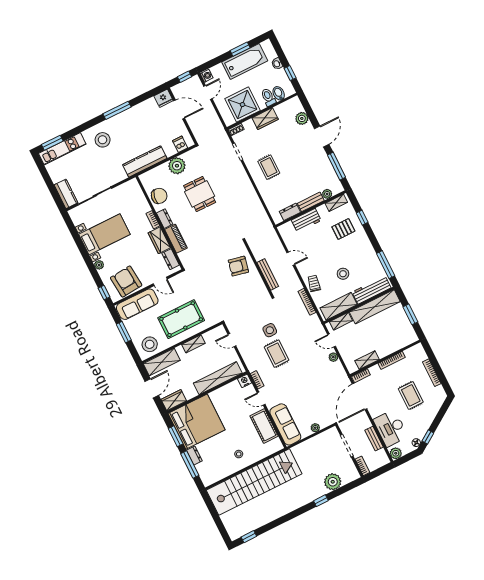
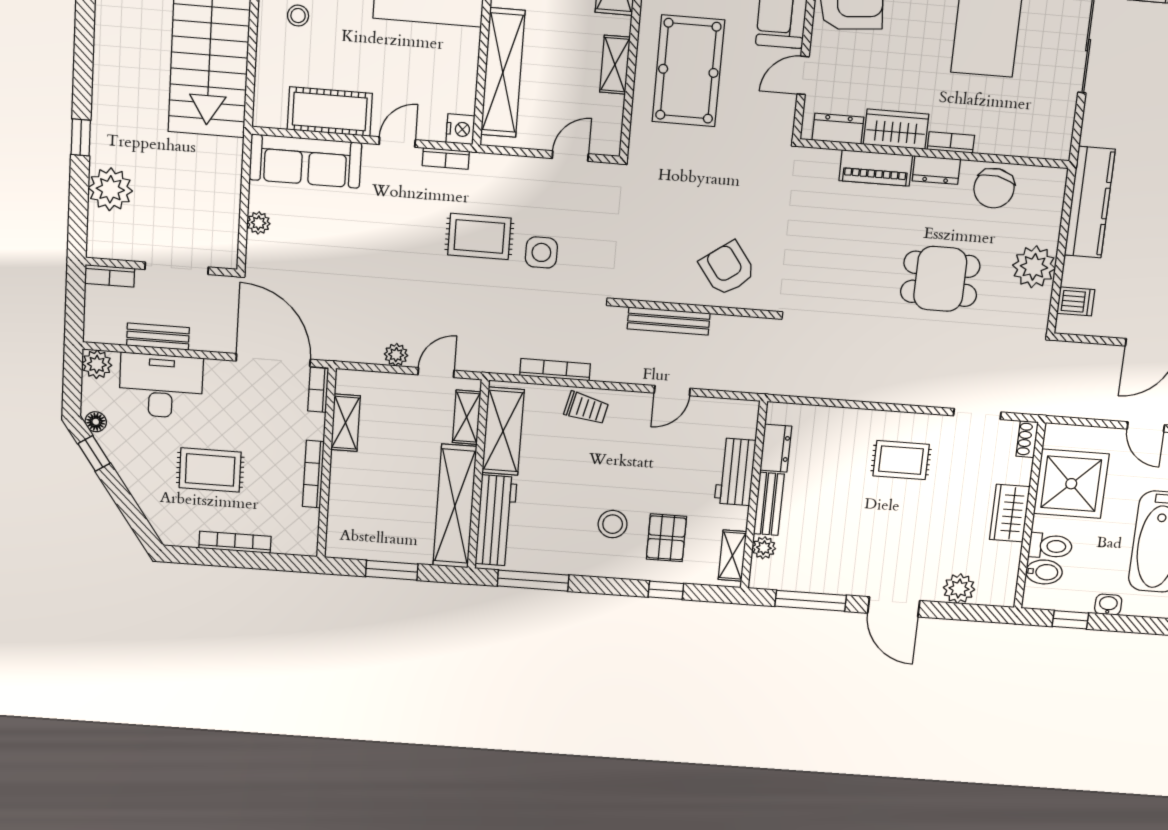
armchair: (238, 266) -> (727, 268), turned -48
stool: (343, 274) -> (613, 524), moved

